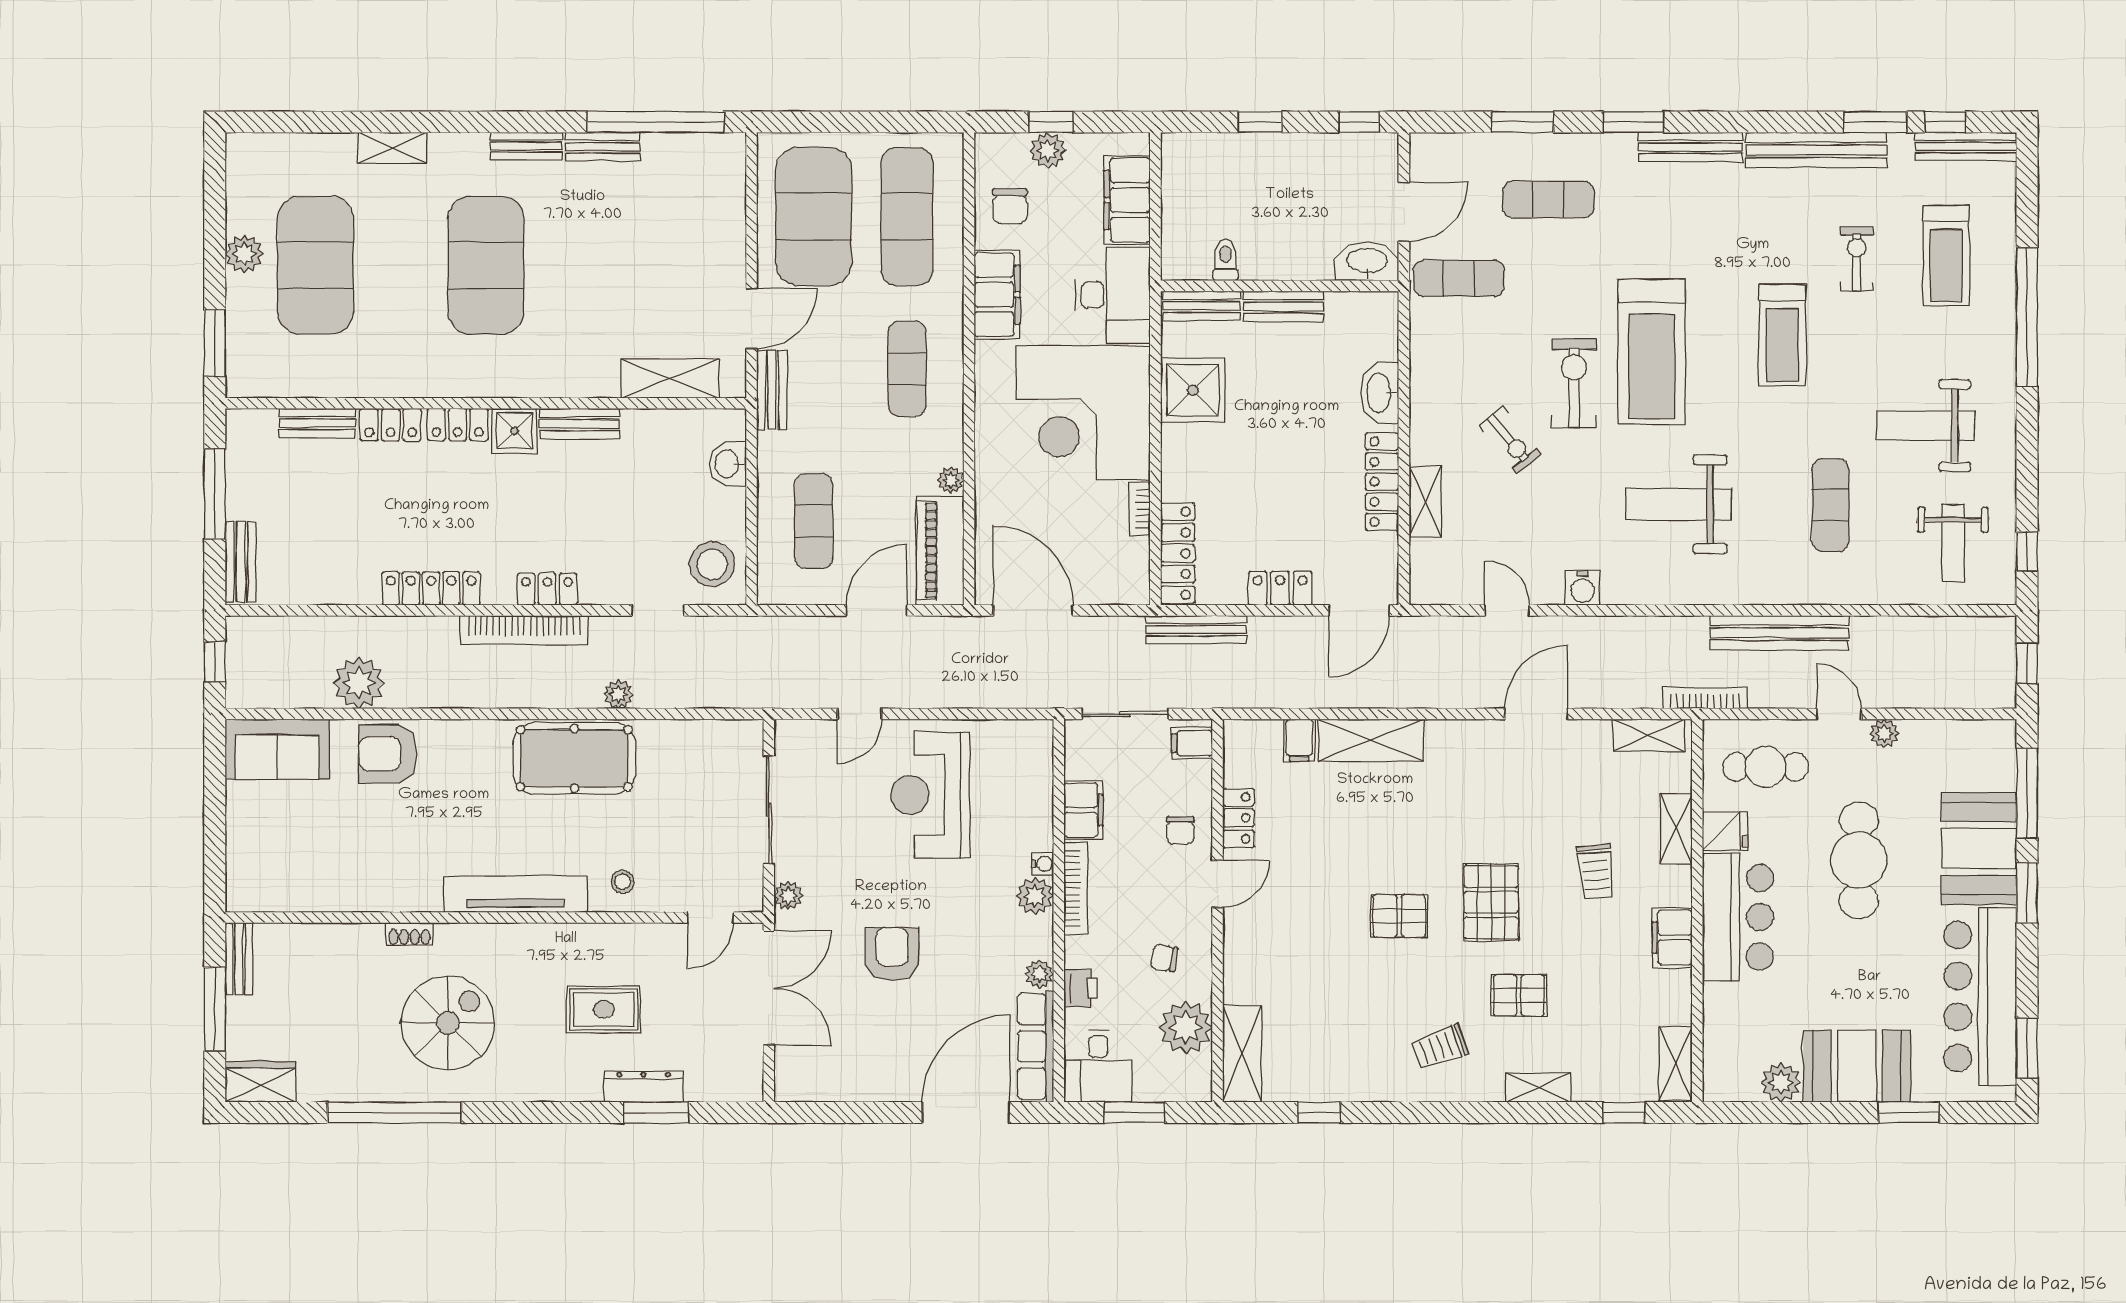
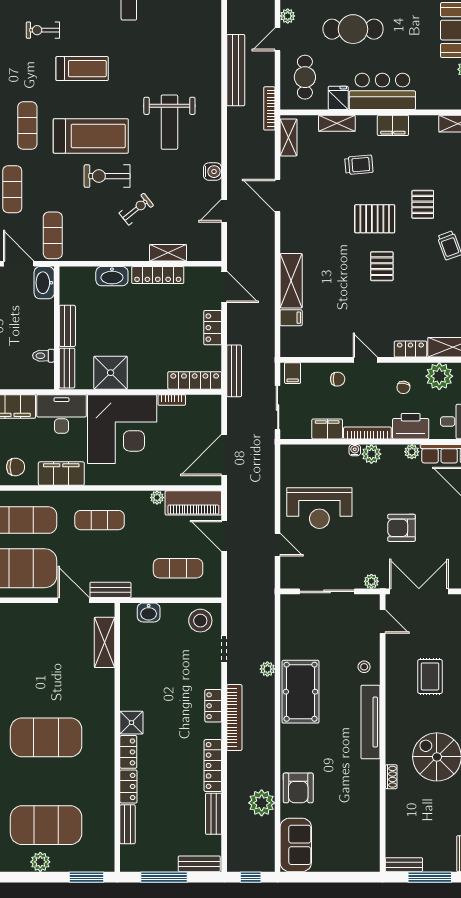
bench: (580, 424) -> (214, 814), moved
exercise mat: (1830, 505) -> (27, 126), moved, turned 90
locker: (1238, 818) -> (410, 349), moved
printer: (1081, 988) -> (411, 426), width x1.87, depth x1.48

